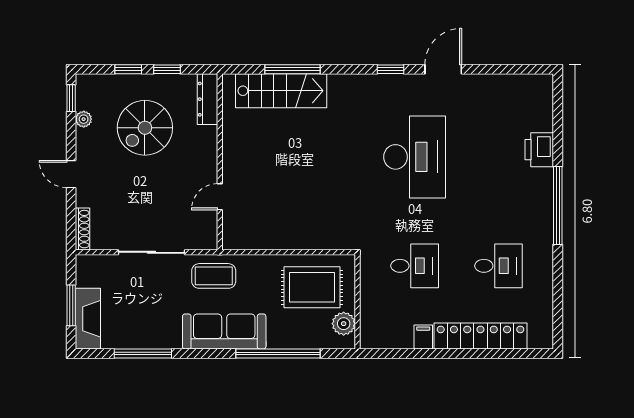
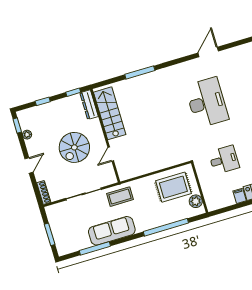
window: (167, 69) -> (73, 92), moved
window: (293, 69) -> (140, 72), moved
window: (390, 69) -> (180, 60), removed
stairs: (281, 91) -> (110, 113), moved, turned -90
spiral stairs: (145, 128) -> (74, 147), moved
door: (71, 174) -> (29, 165), swing flipped
fireplace: (88, 319) -> (61, 239), removed
sofa: (224, 332) -> (112, 231), moved

